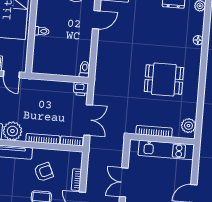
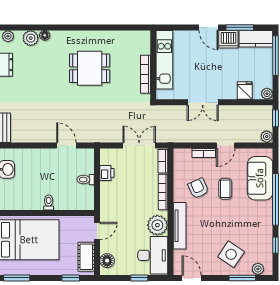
door: (96, 20) -> (66, 145), moved
toilet: (85, 69) -> (86, 180), moved
dining table: (164, 80) -> (90, 68), turned 90
printer: (81, 89) -> (107, 173), moved
plant: (189, 126) -> (31, 38), moved

